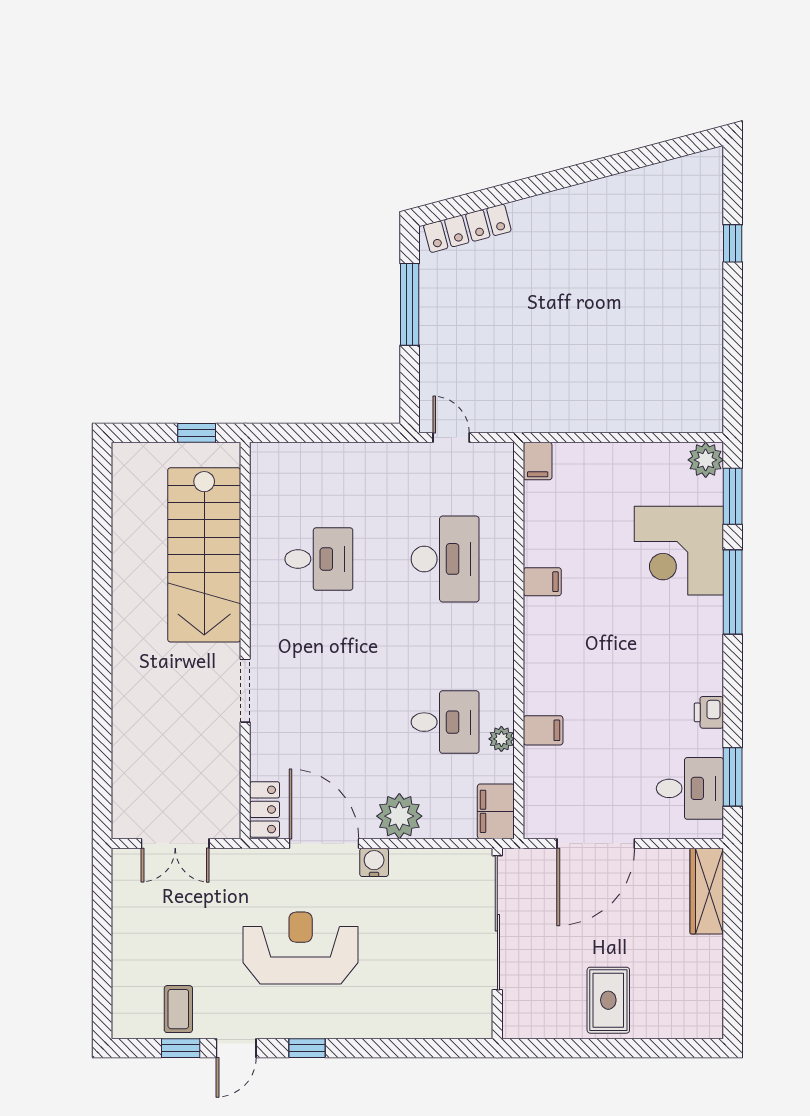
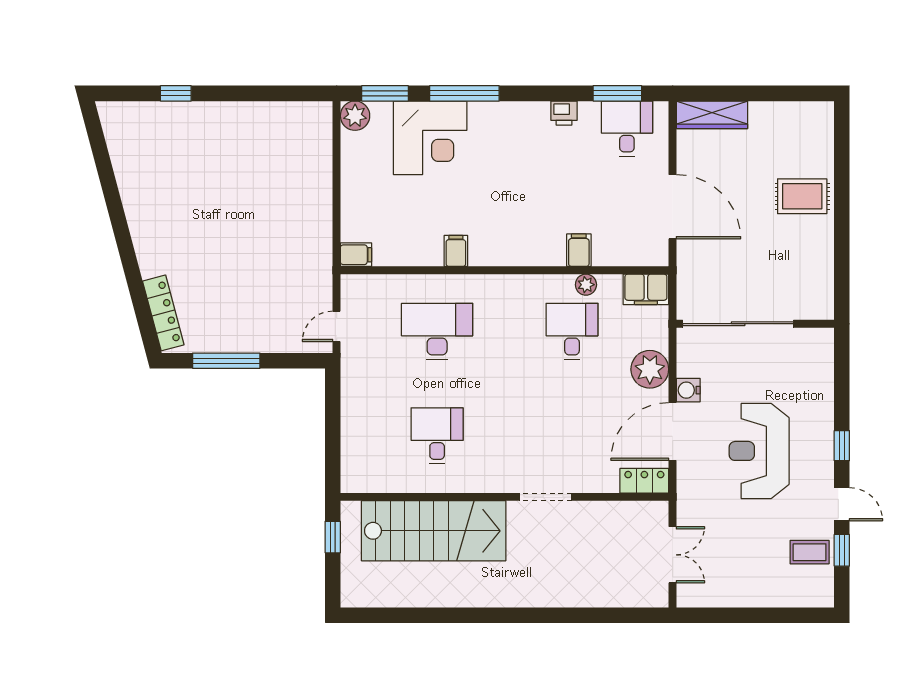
sliding door: (497, 923) -> (738, 324), moved
wall: (497, 943) -> (755, 324), moved

